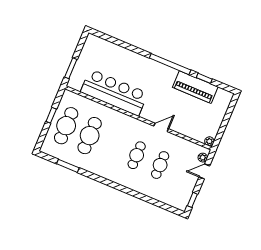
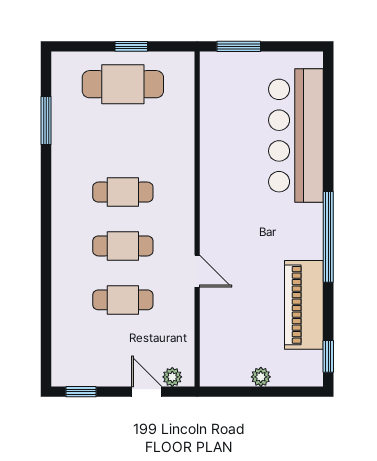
window: (204, 78) -> (328, 356), moved
bar counter: (114, 92) -> (296, 136), moved, turned 180
cafe table: (90, 136) -> (123, 192), moved, width x0.73, depth x0.74
plant: (209, 141) -> (261, 377), moved

